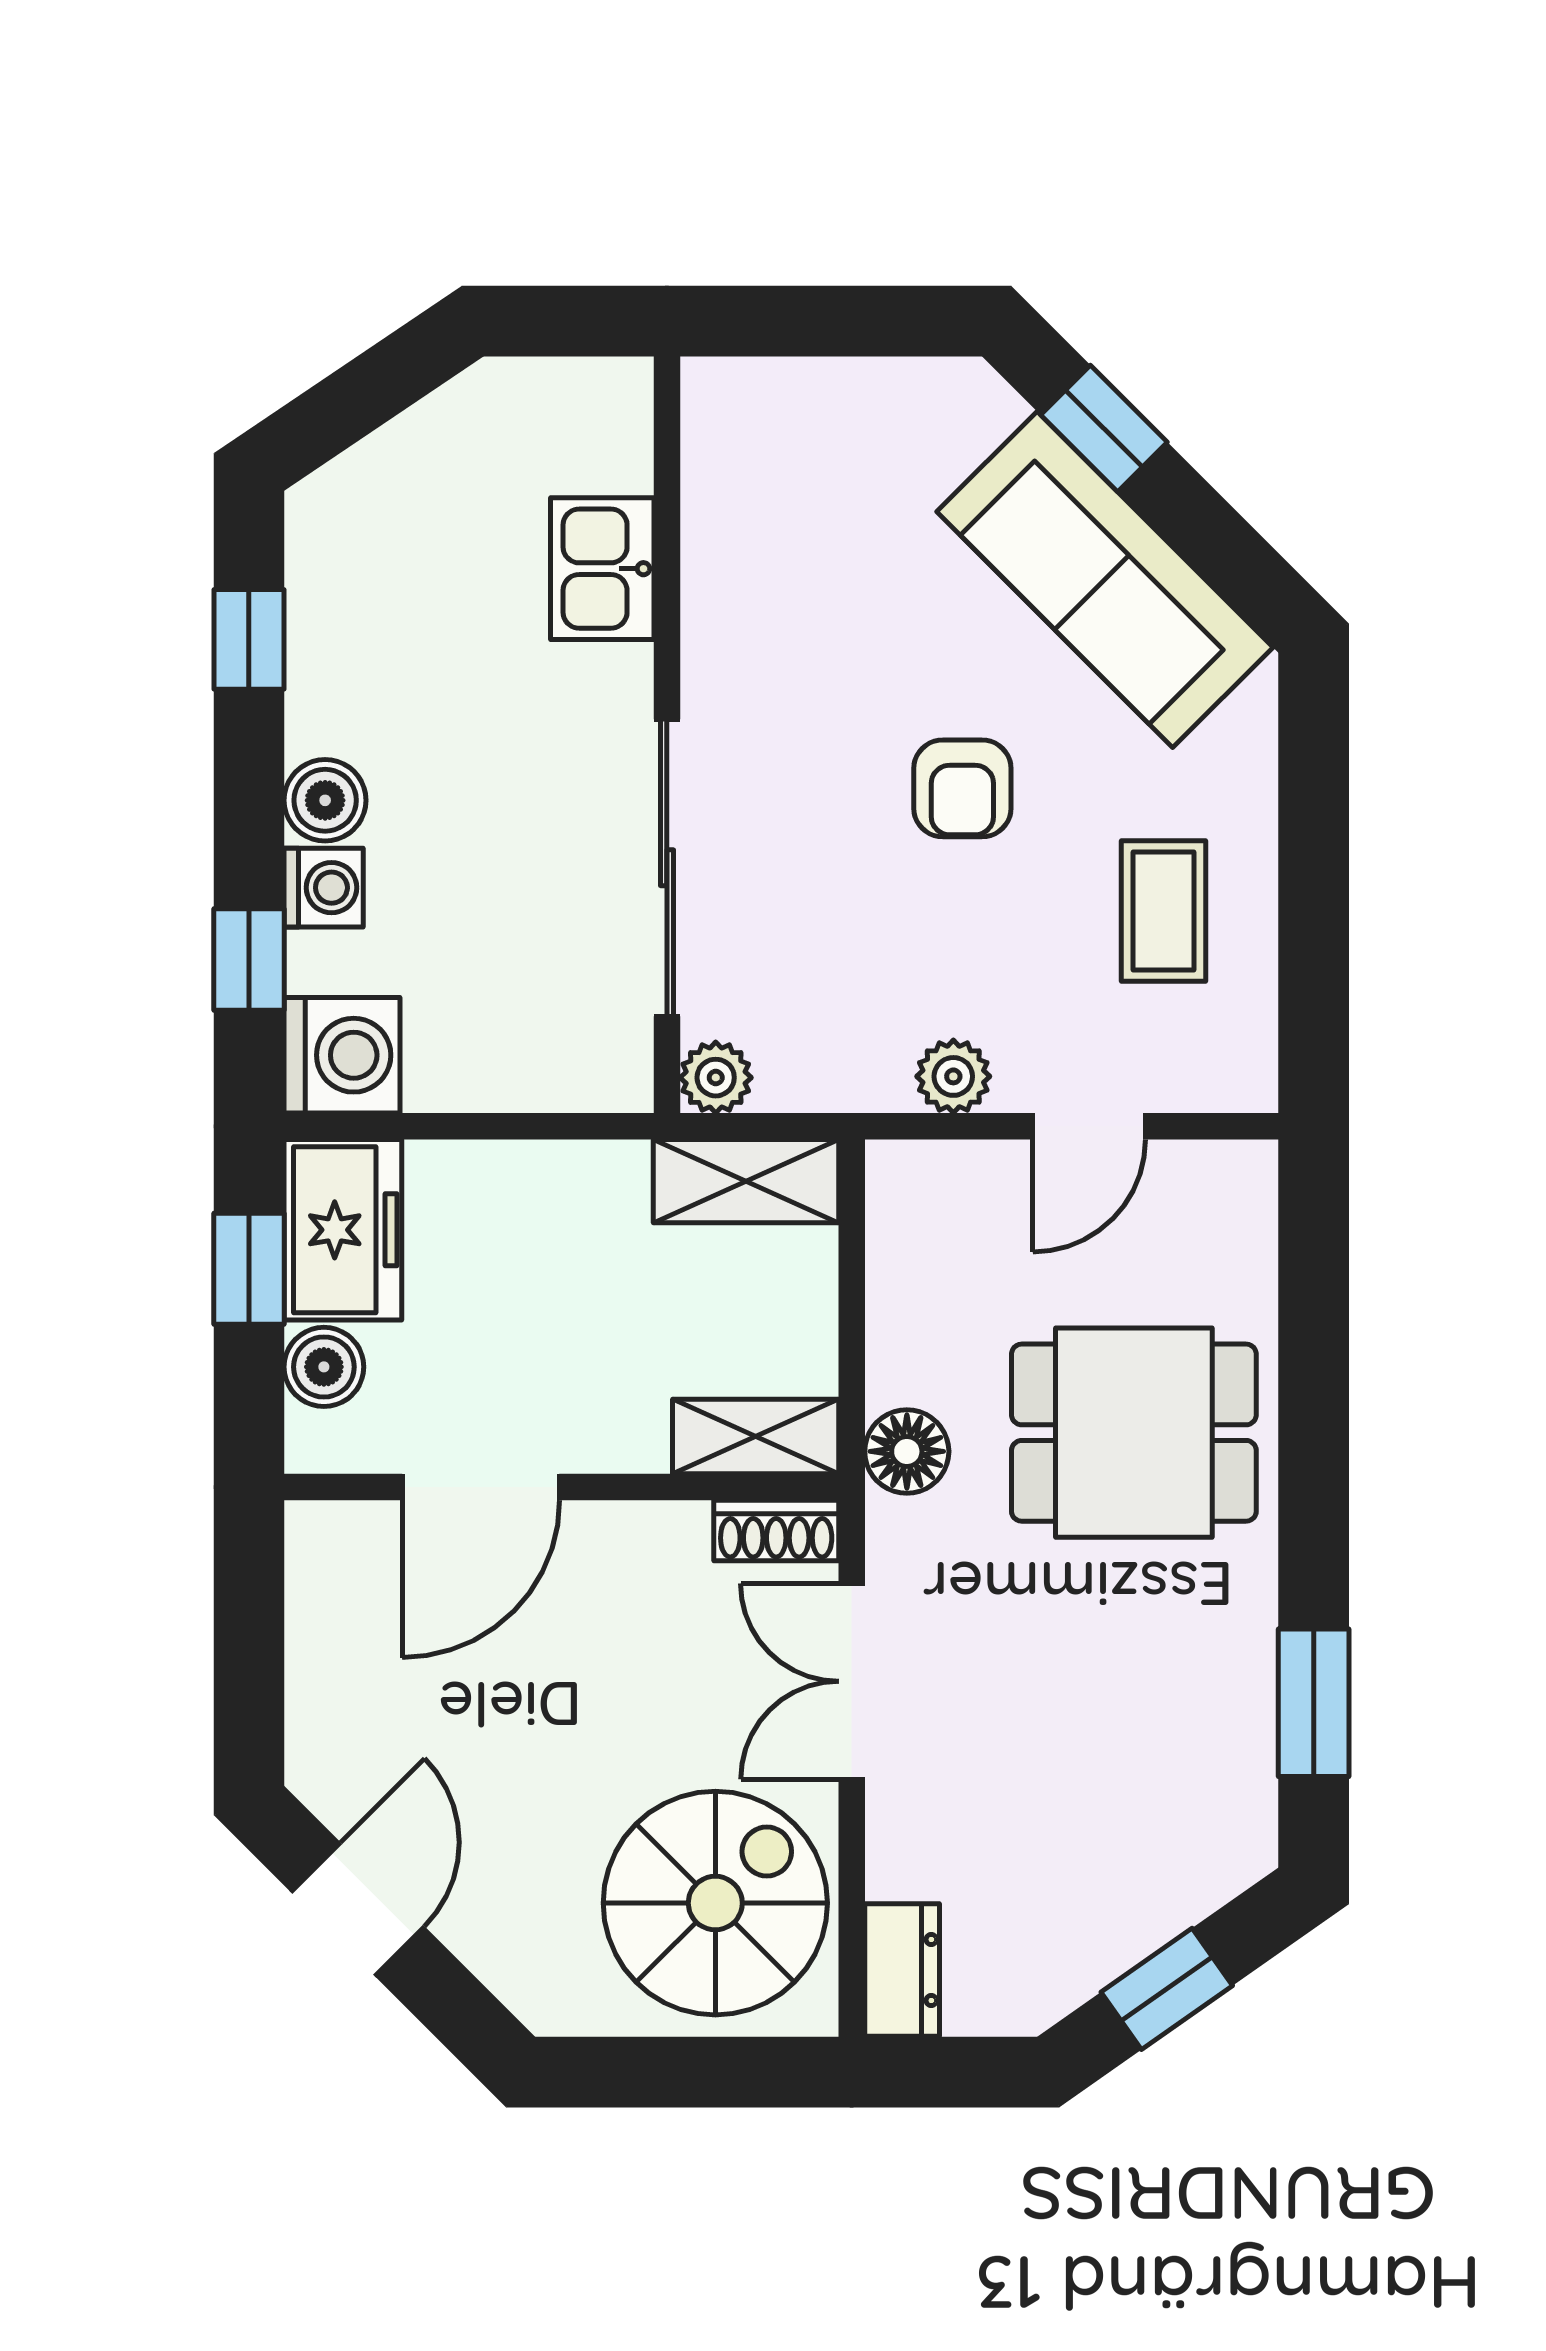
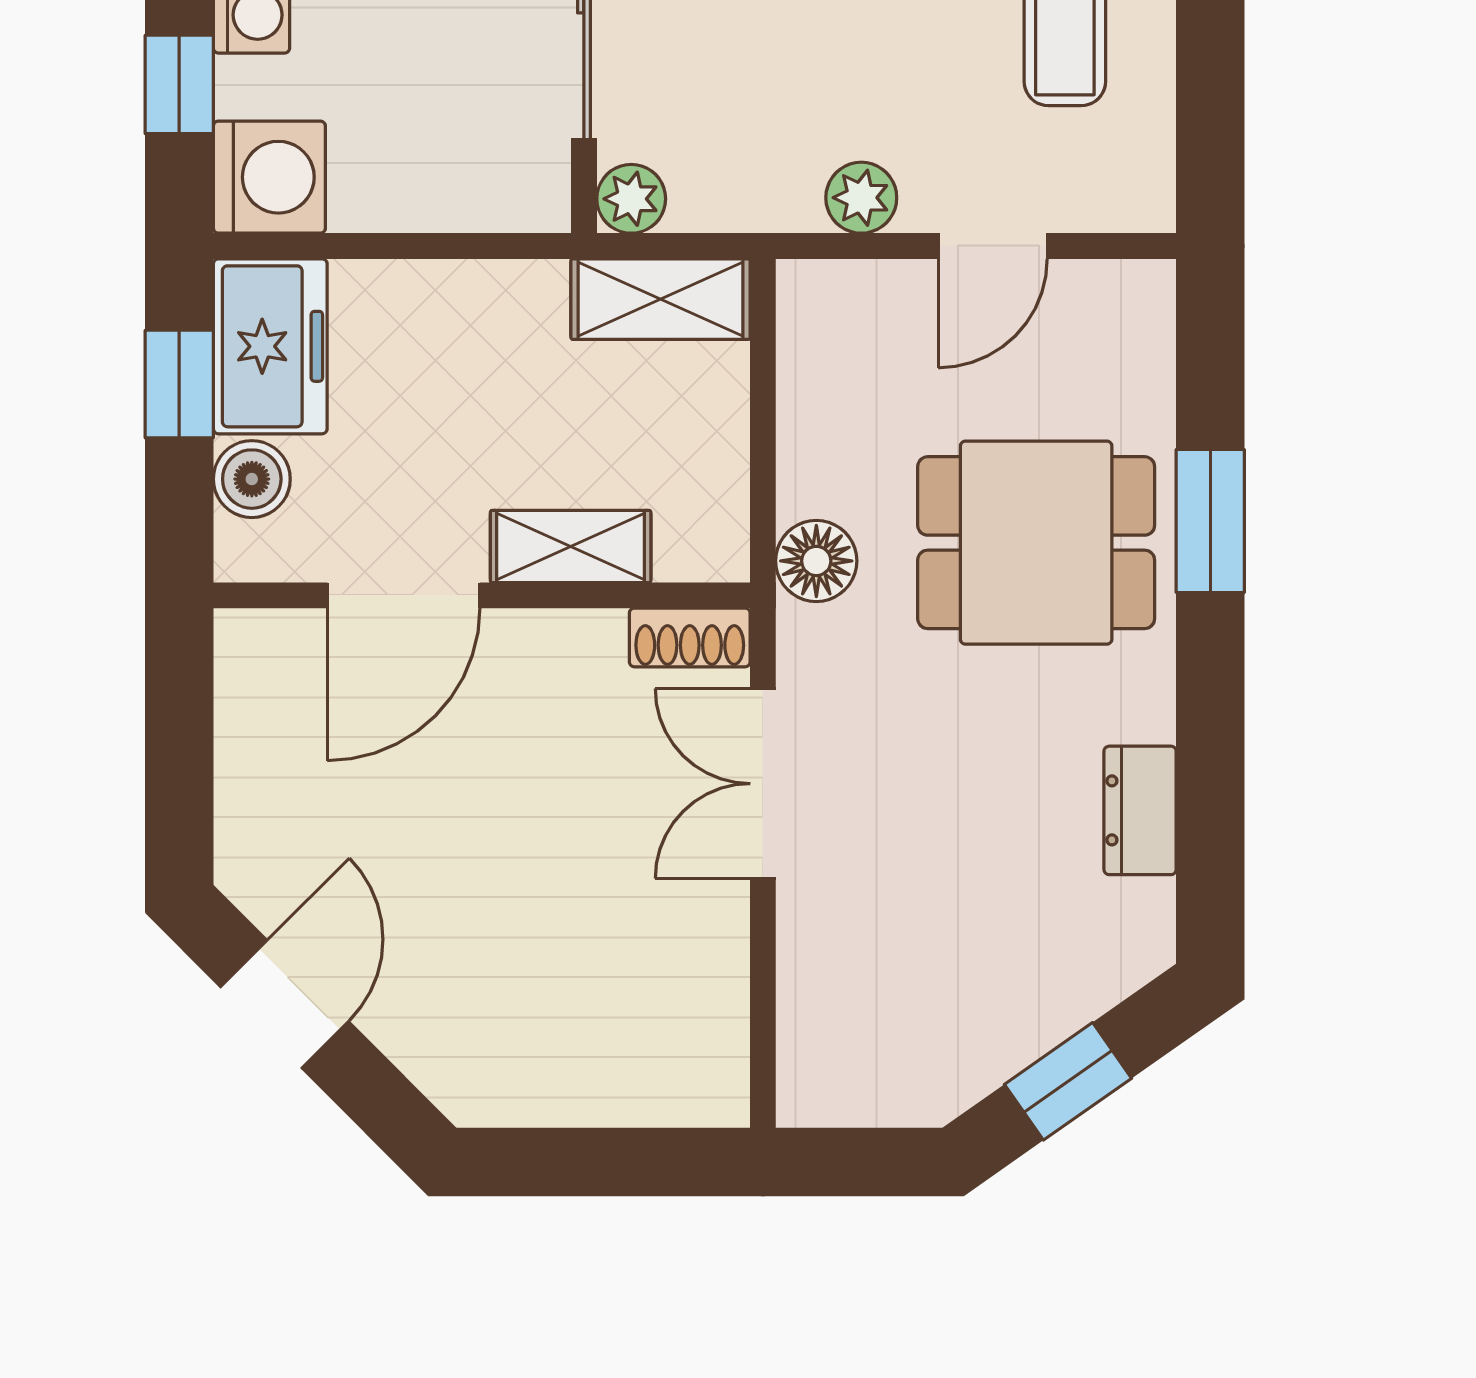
shelving: (756, 1437) -> (571, 546), moved
window: (1314, 1703) -> (1210, 521), moved
spiral stairs: (715, 1903) -> (631, 998), removed
dresser: (902, 1970) -> (1140, 810), moved, turned 180

